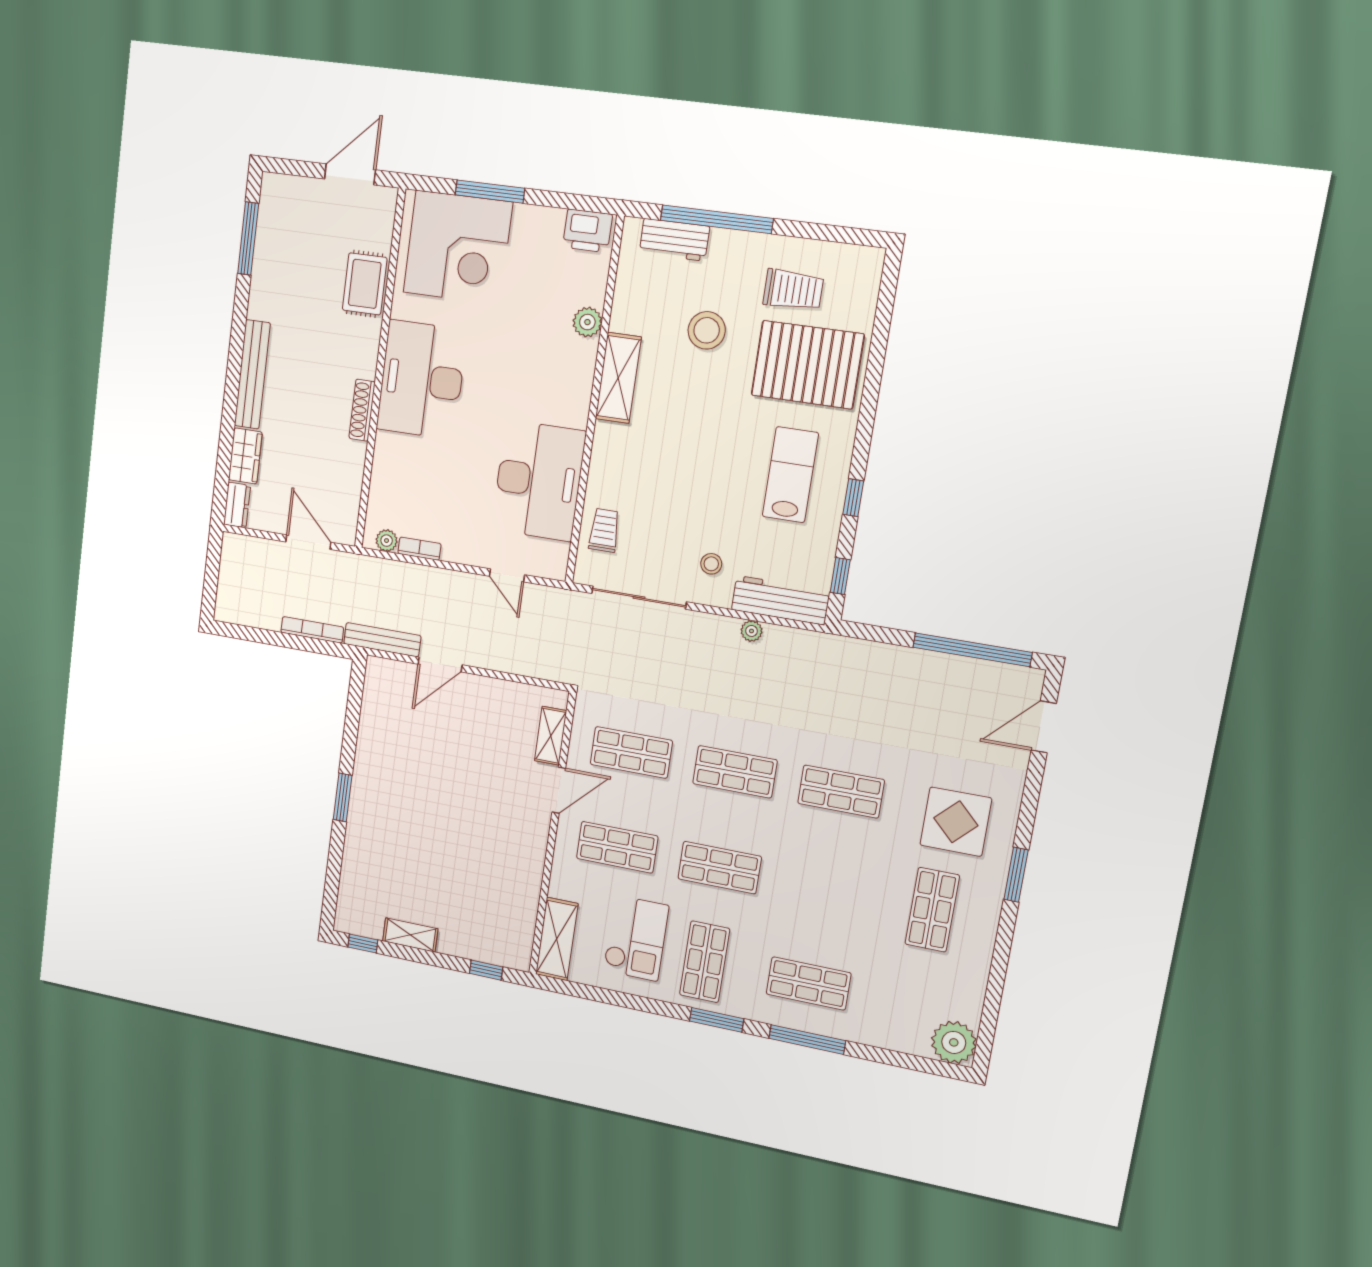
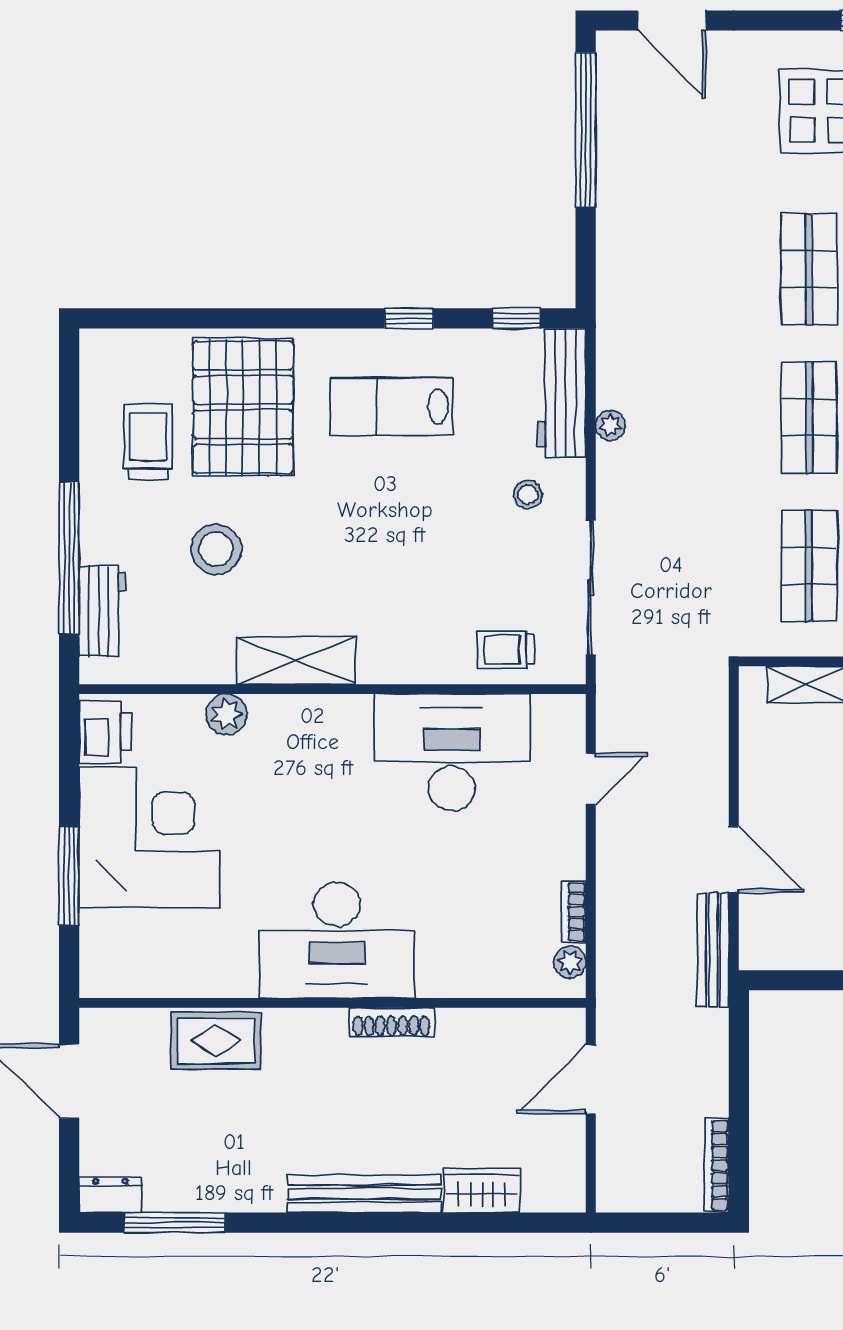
corner desk: (458, 248) -> (150, 837), moved
dresser: (237, 505) -> (110, 1195), moved
bookcase: (312, 630) -> (717, 1165), moved

